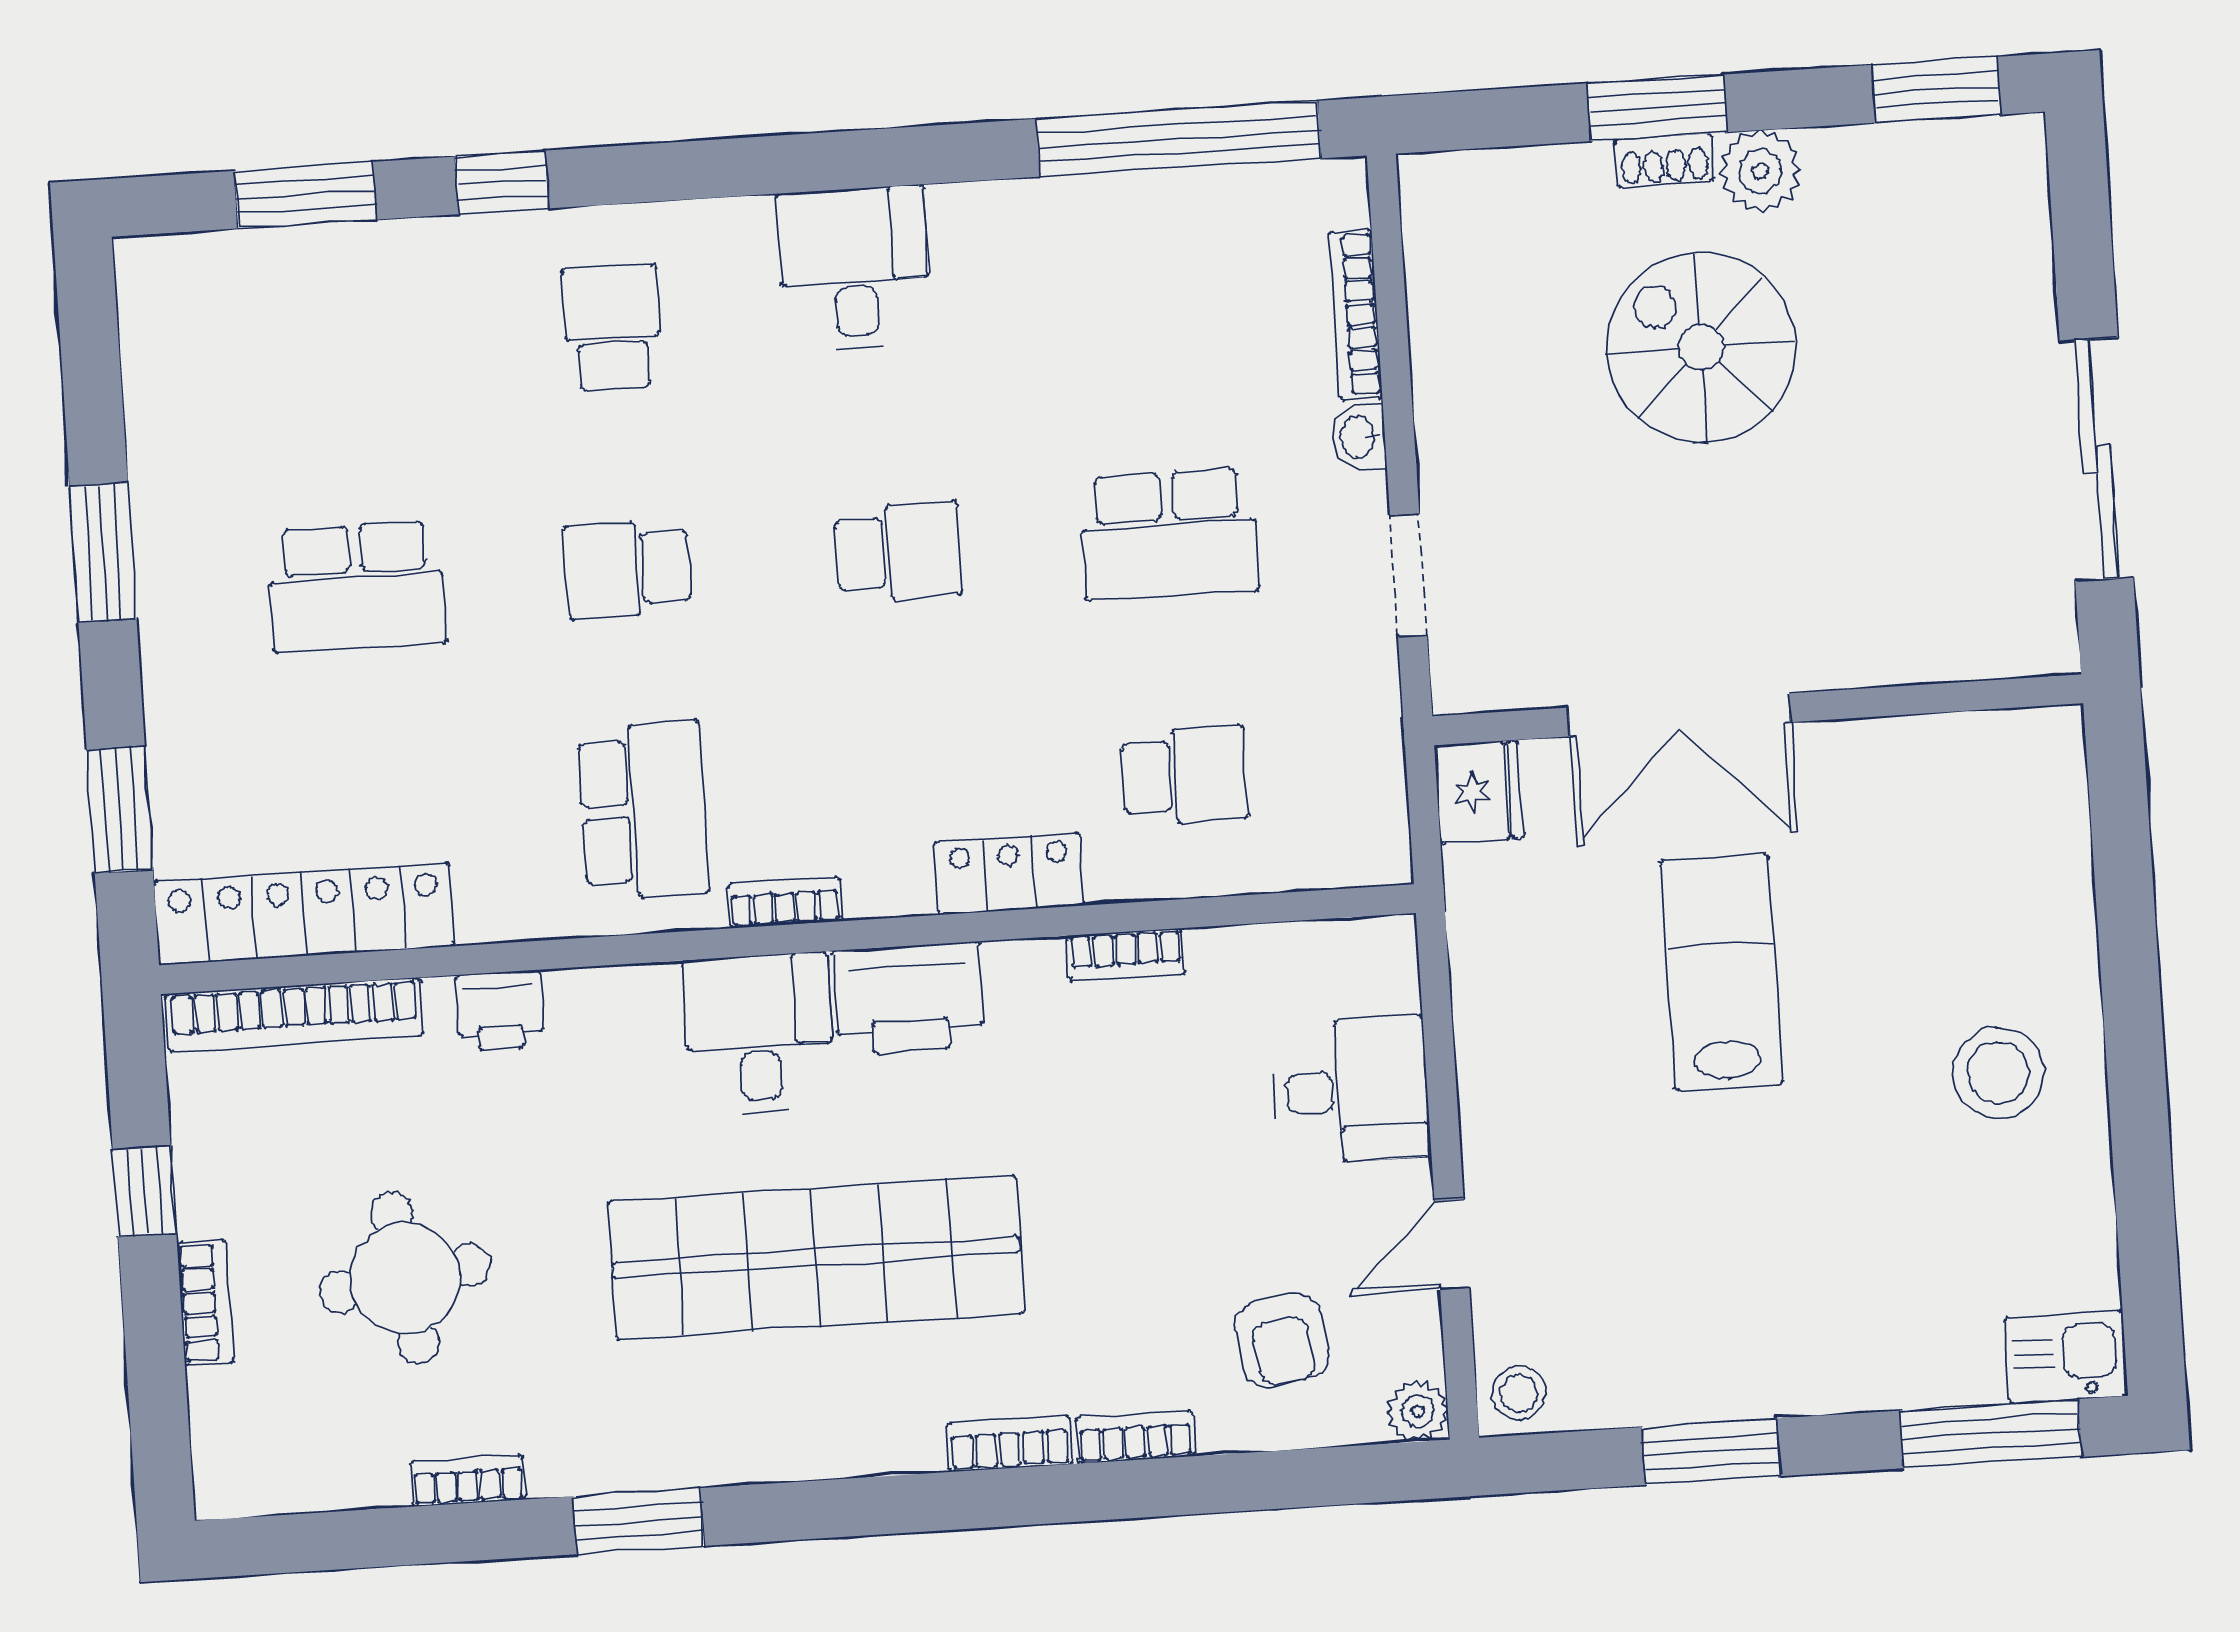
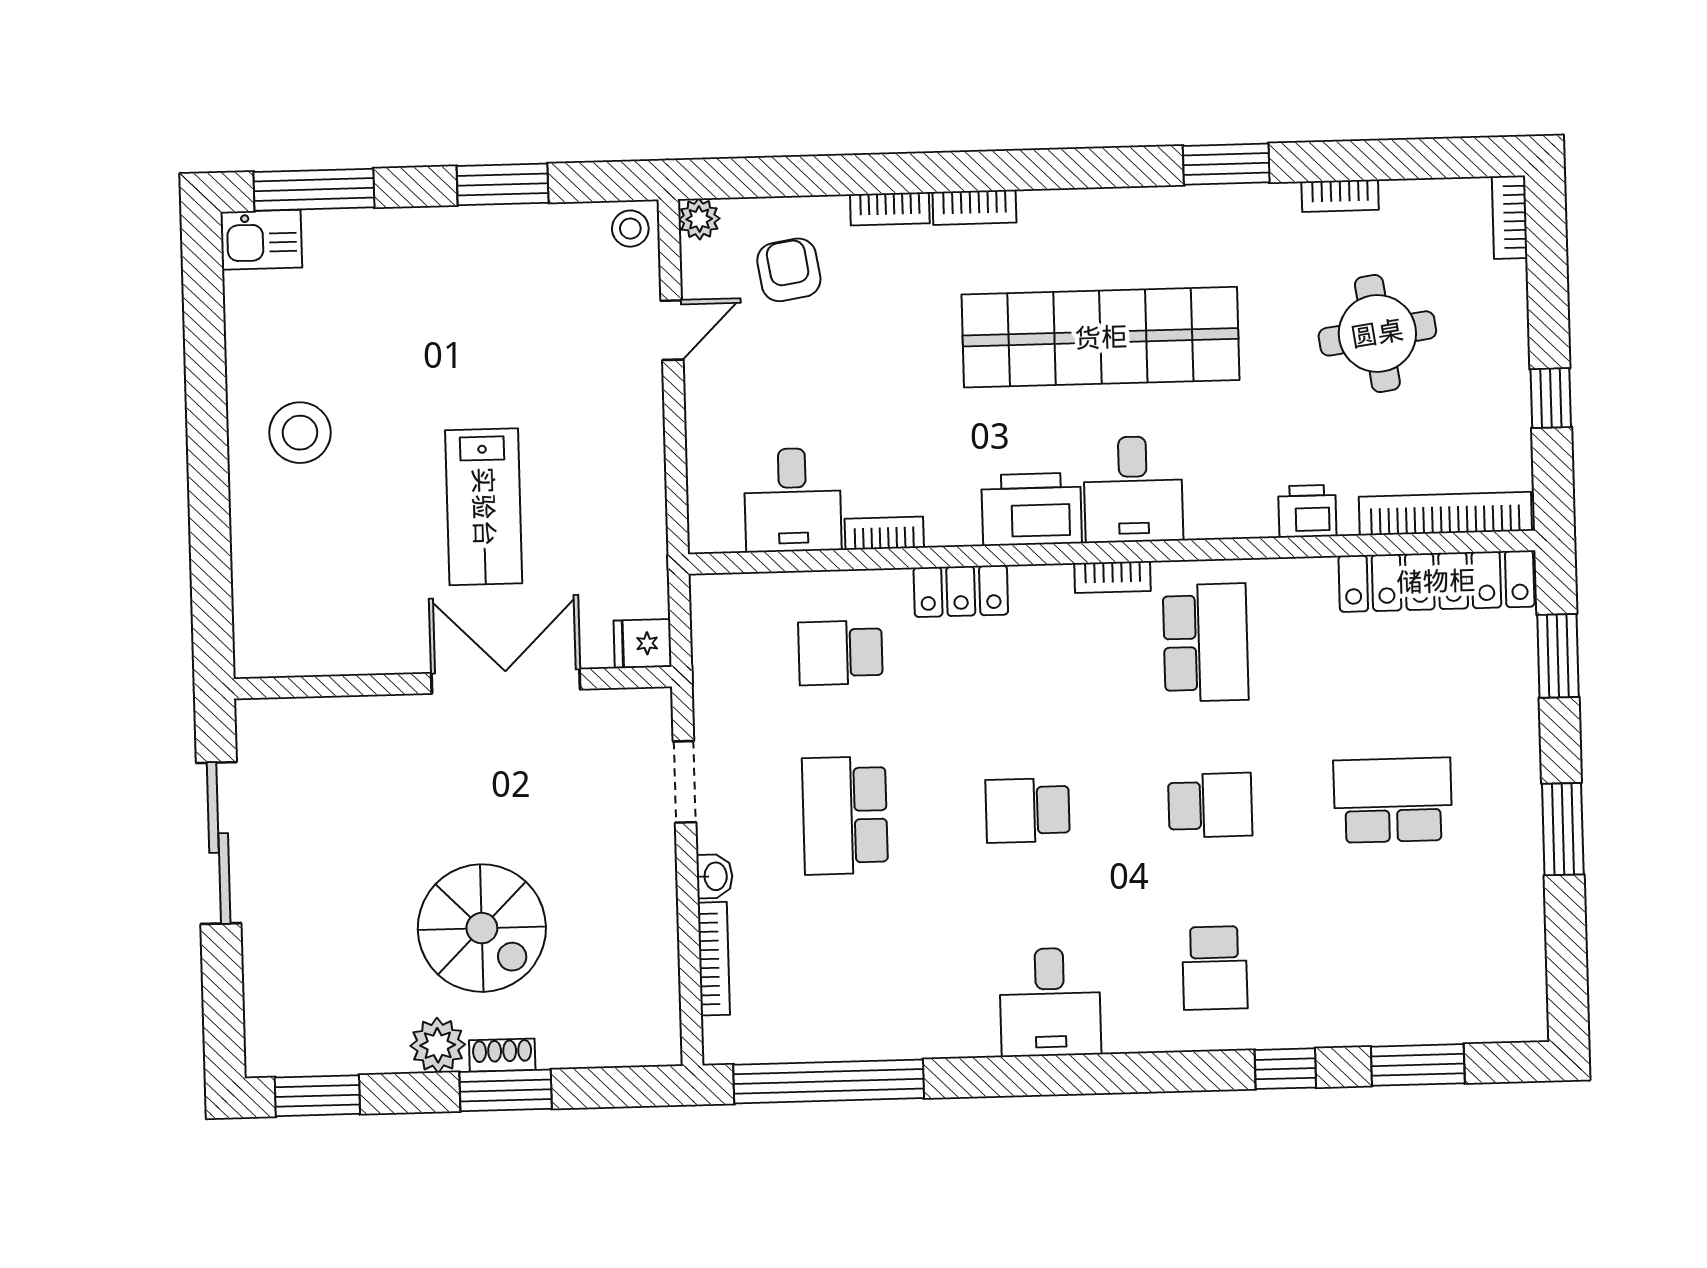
school desk: (1169, 534) -> (845, 815), turned -90
fridge: (1479, 792) -> (643, 643), width x0.72
school desk: (643, 810) -> (1206, 643), turned 180
desk: (1351, 1091) -> (793, 500), moved, turned -90
bookcase: (205, 1303) -> (1510, 217), moved

